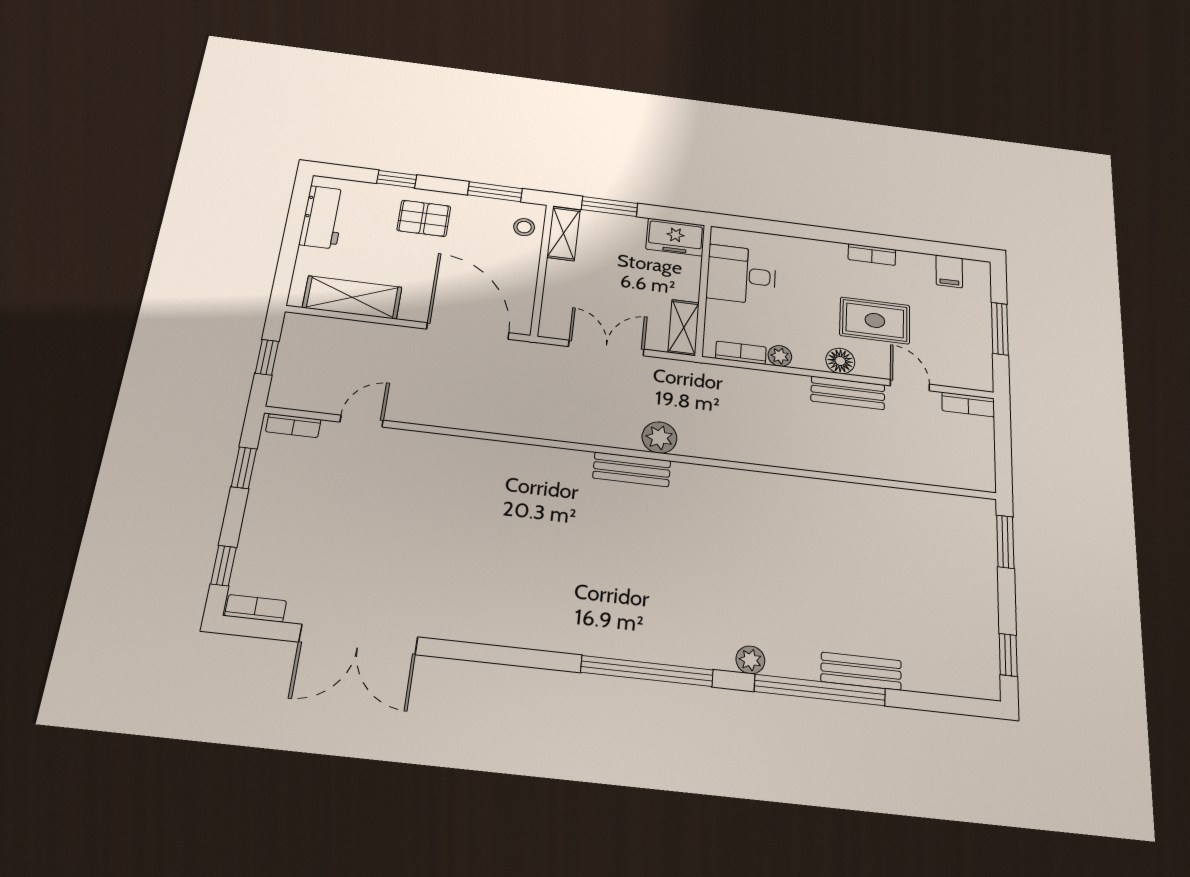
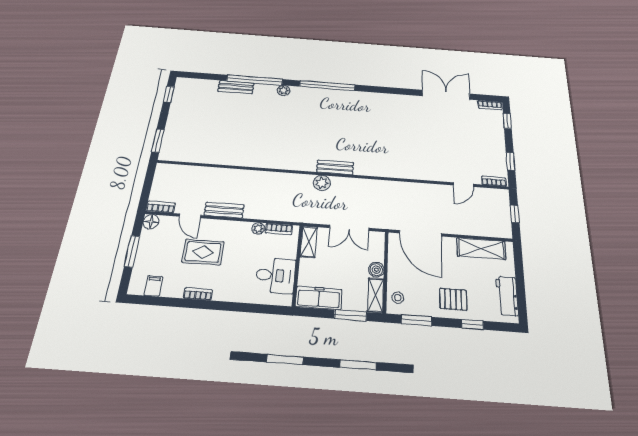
freezer: (675, 237) -> (319, 298), width x1.40
boiler: (559, 274) -> (376, 270), added
floor lamp: (840, 361) -> (151, 222), moved

